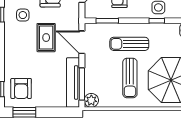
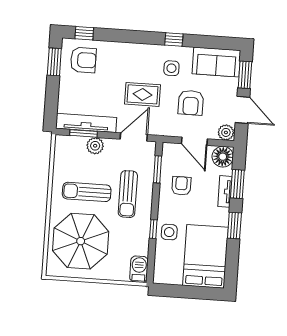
sun lounger: (129, 44) -> (128, 194), turned 180
window: (82, 84) -> (83, 133), width x0.69
armchair: (21, 88) -> (83, 60), turned 180
plant: (91, 100) -> (95, 146), moved

